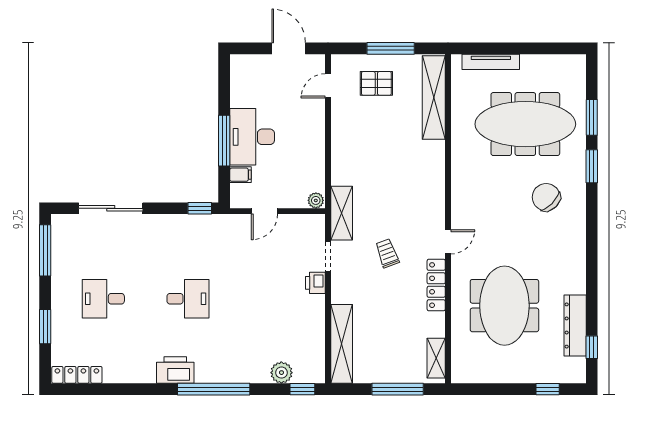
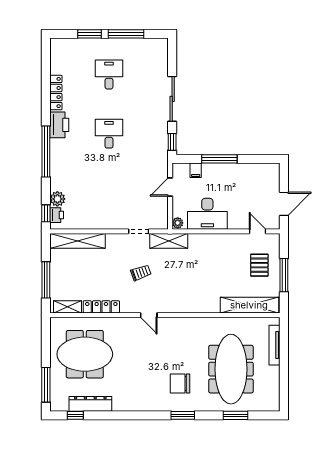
desk: (252, 137) -> (207, 214), moved, turned 180
window: (592, 166) -> (183, 415), moved
chair: (546, 197) -> (180, 384), turned -135
sliding door: (111, 208) -> (172, 99), moved
door: (264, 211) -> (170, 187), hinge flipped
window: (45, 250) -> (126, 34), moved
printer: (315, 283) -> (57, 215), moved, turned 90
locker: (436, 285) -> (101, 307), moved
desk: (188, 299) -> (109, 134), turned 180
meeting table: (504, 306) -> (85, 354), moved
locker: (77, 375) -> (56, 93), moved
window: (548, 389) -> (46, 385), width x2.17

